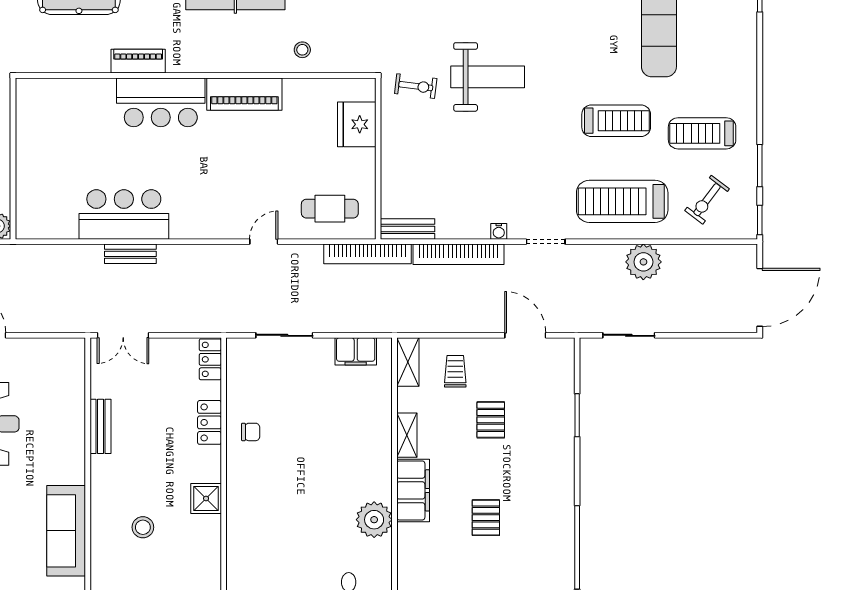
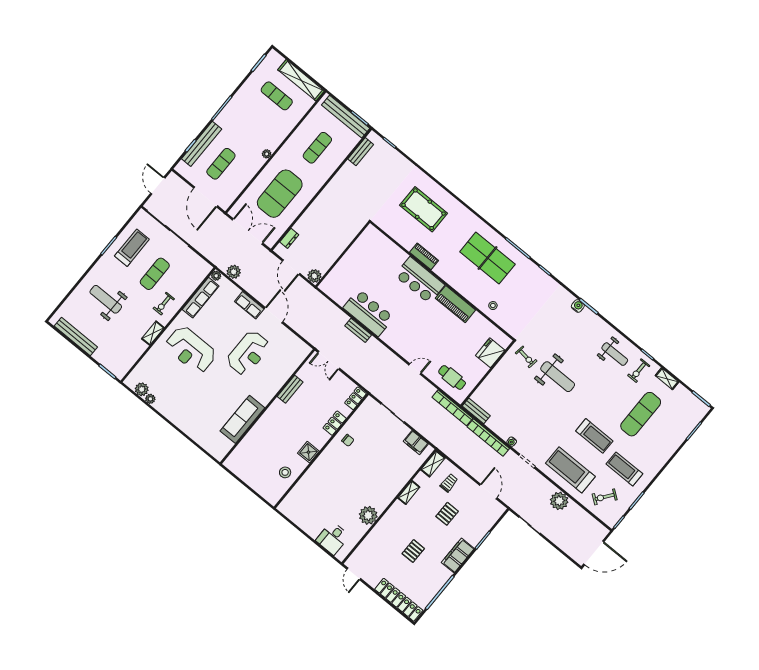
filing cabinet: (413, 490) -> (458, 556), moved, turned 180
stool: (143, 527) -> (285, 472), moved

